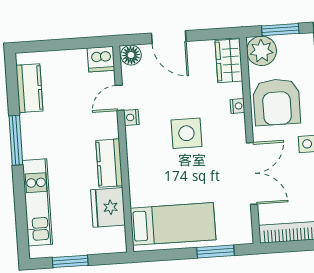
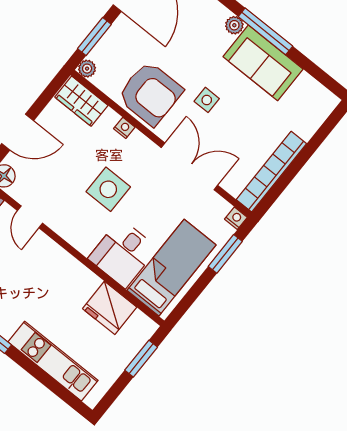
plant: (262, 51) -> (87, 69), width x0.53, depth x0.53
nightstand: (131, 117) -> (236, 218), moved, turned 180
kitchen counter: (109, 163) -> (75, 274), removed
desk: (153, 183) -> (123, 253), added
window: (70, 261) -> (141, 359), moved

